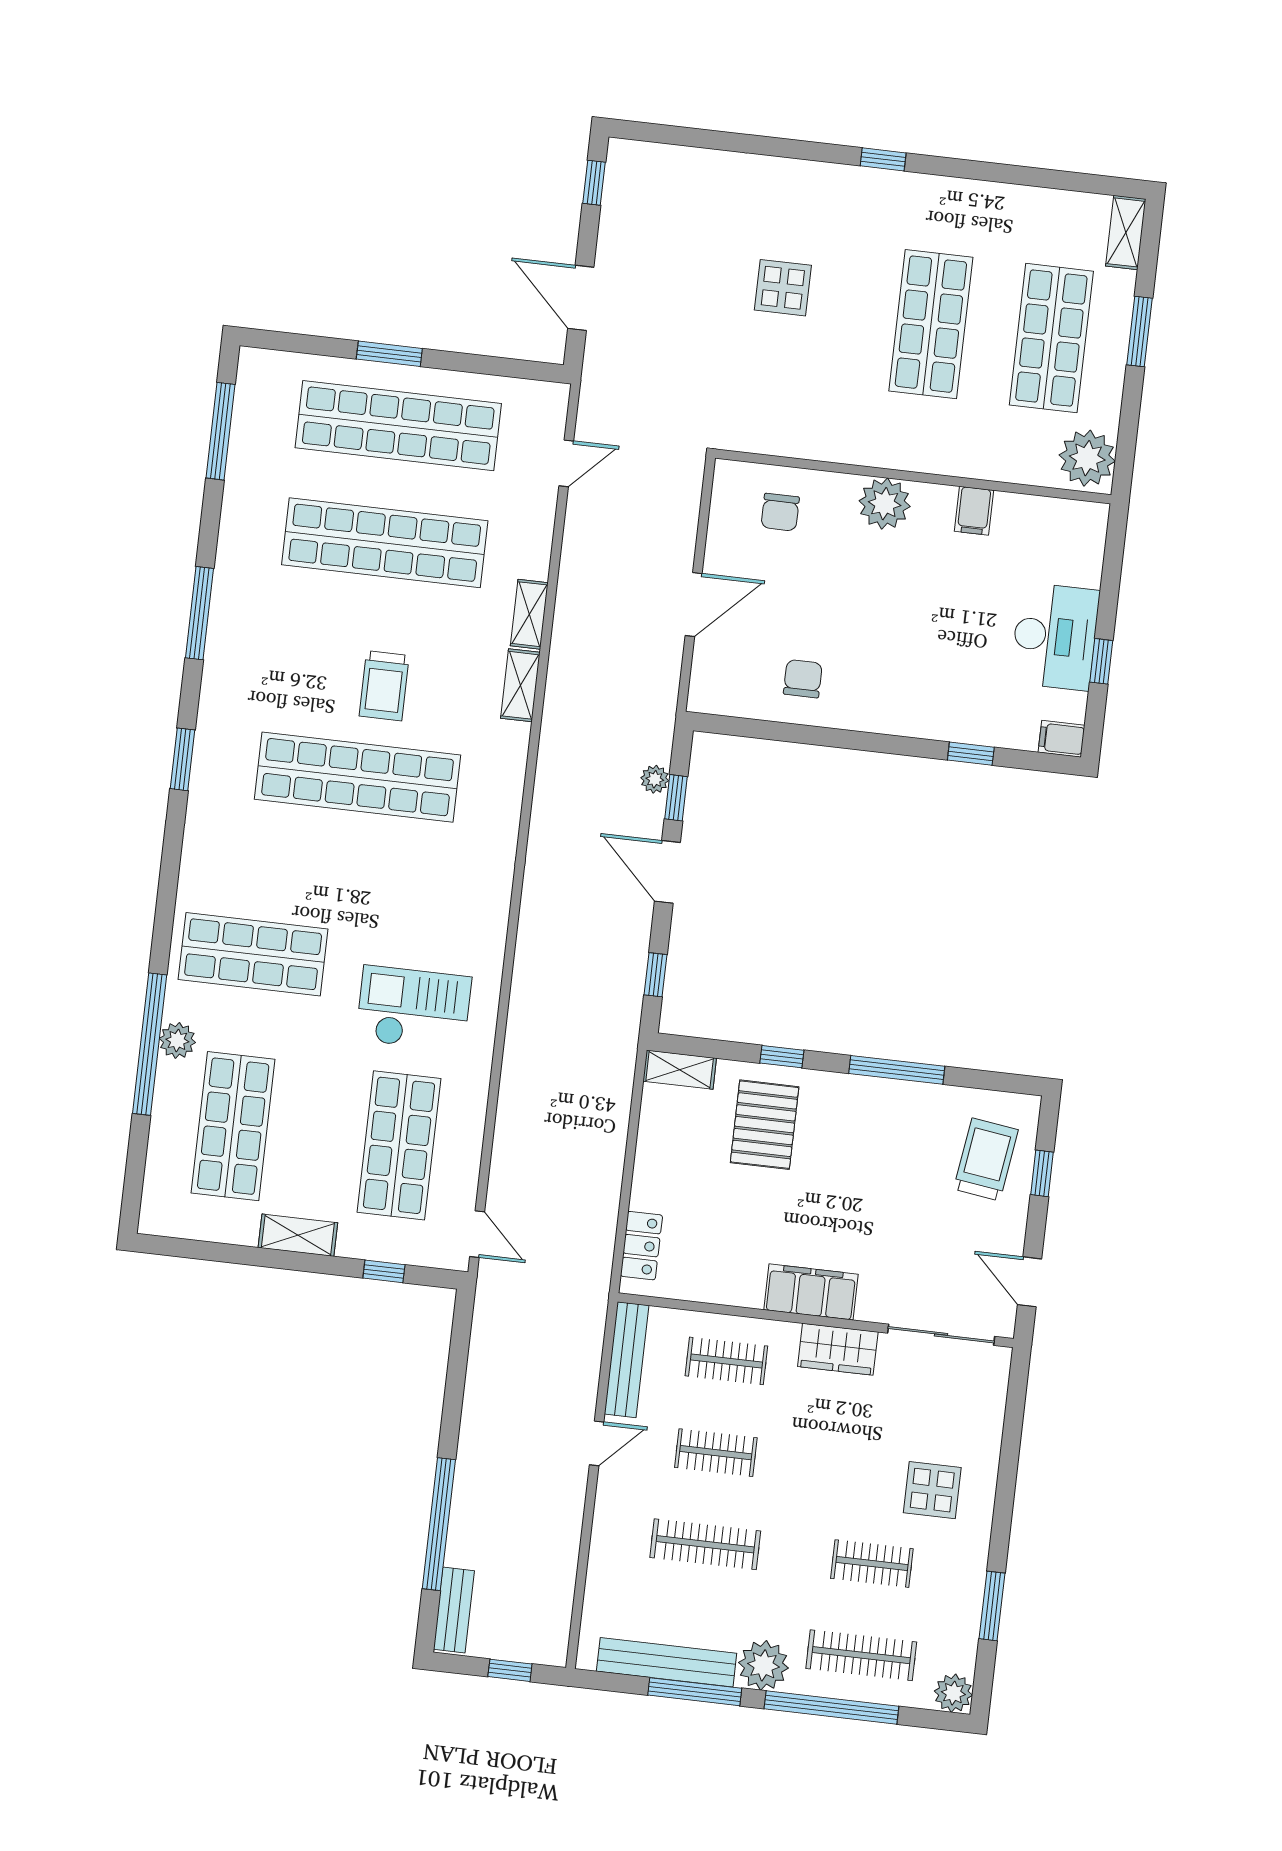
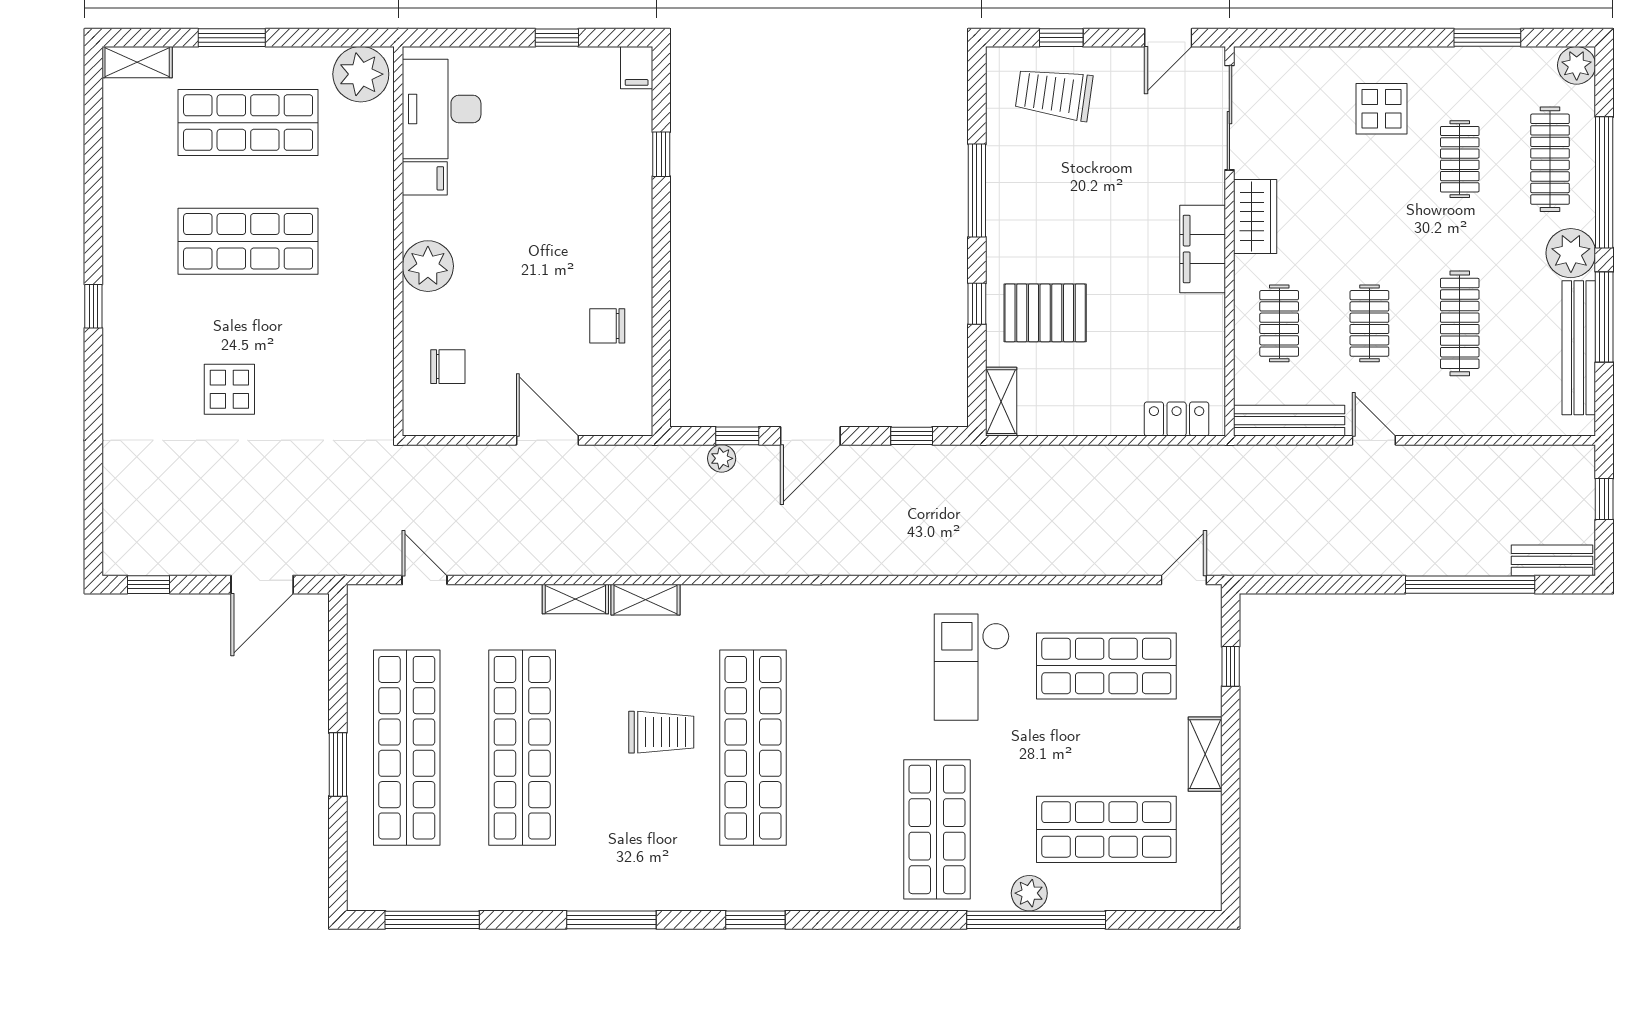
desk: (1055, 636) -> (442, 109), moved, turned -90

